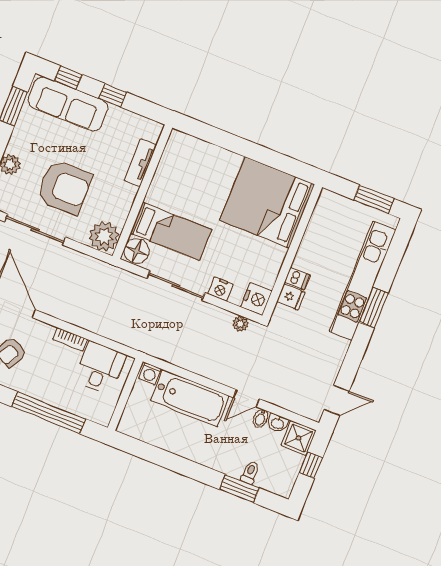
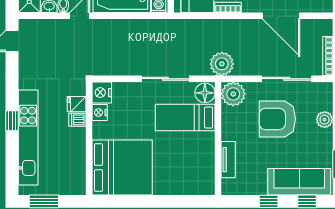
nightstand: (220, 289) -> (100, 113), moved, turned -90
window: (374, 308) -> (12, 121), width x0.67
plant: (240, 324) -> (222, 64), moved, width x1.87, depth x1.87

